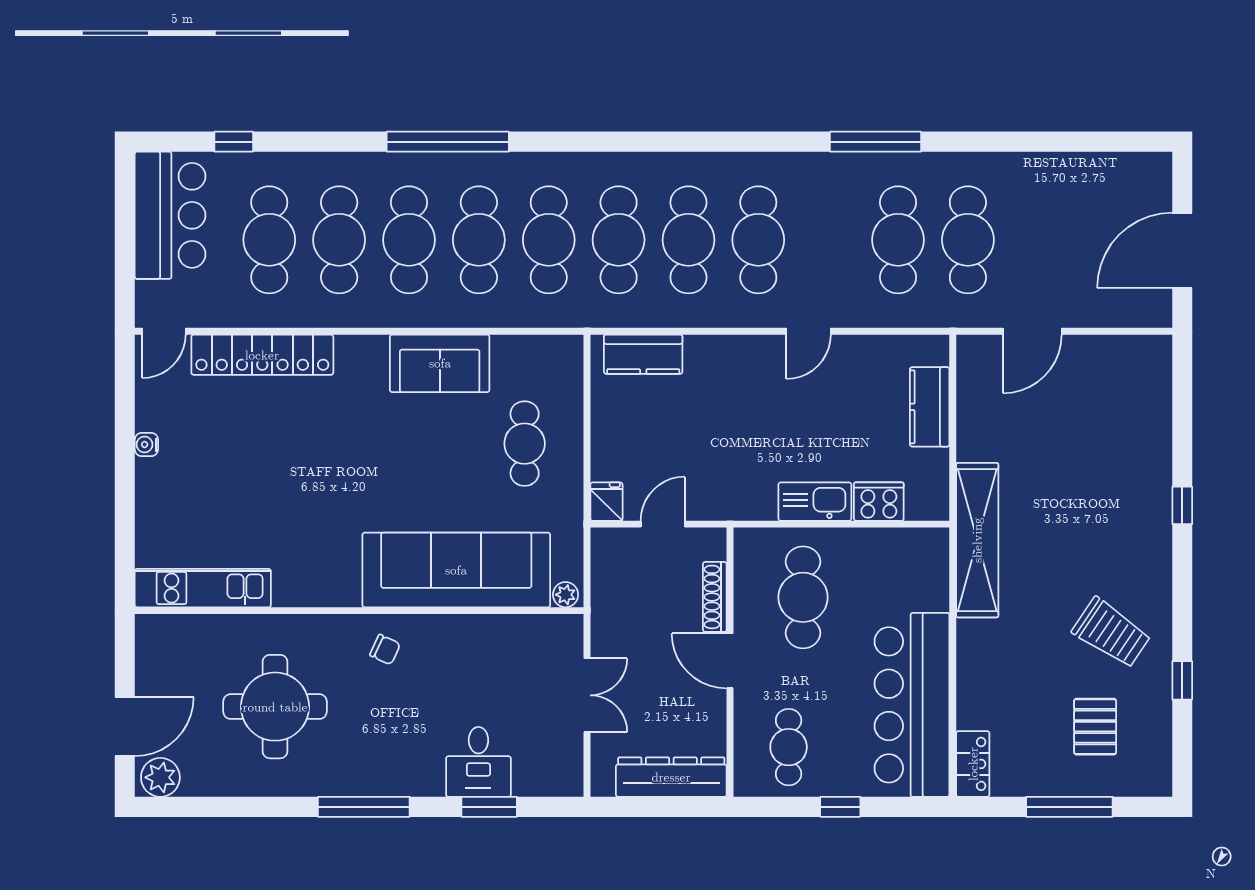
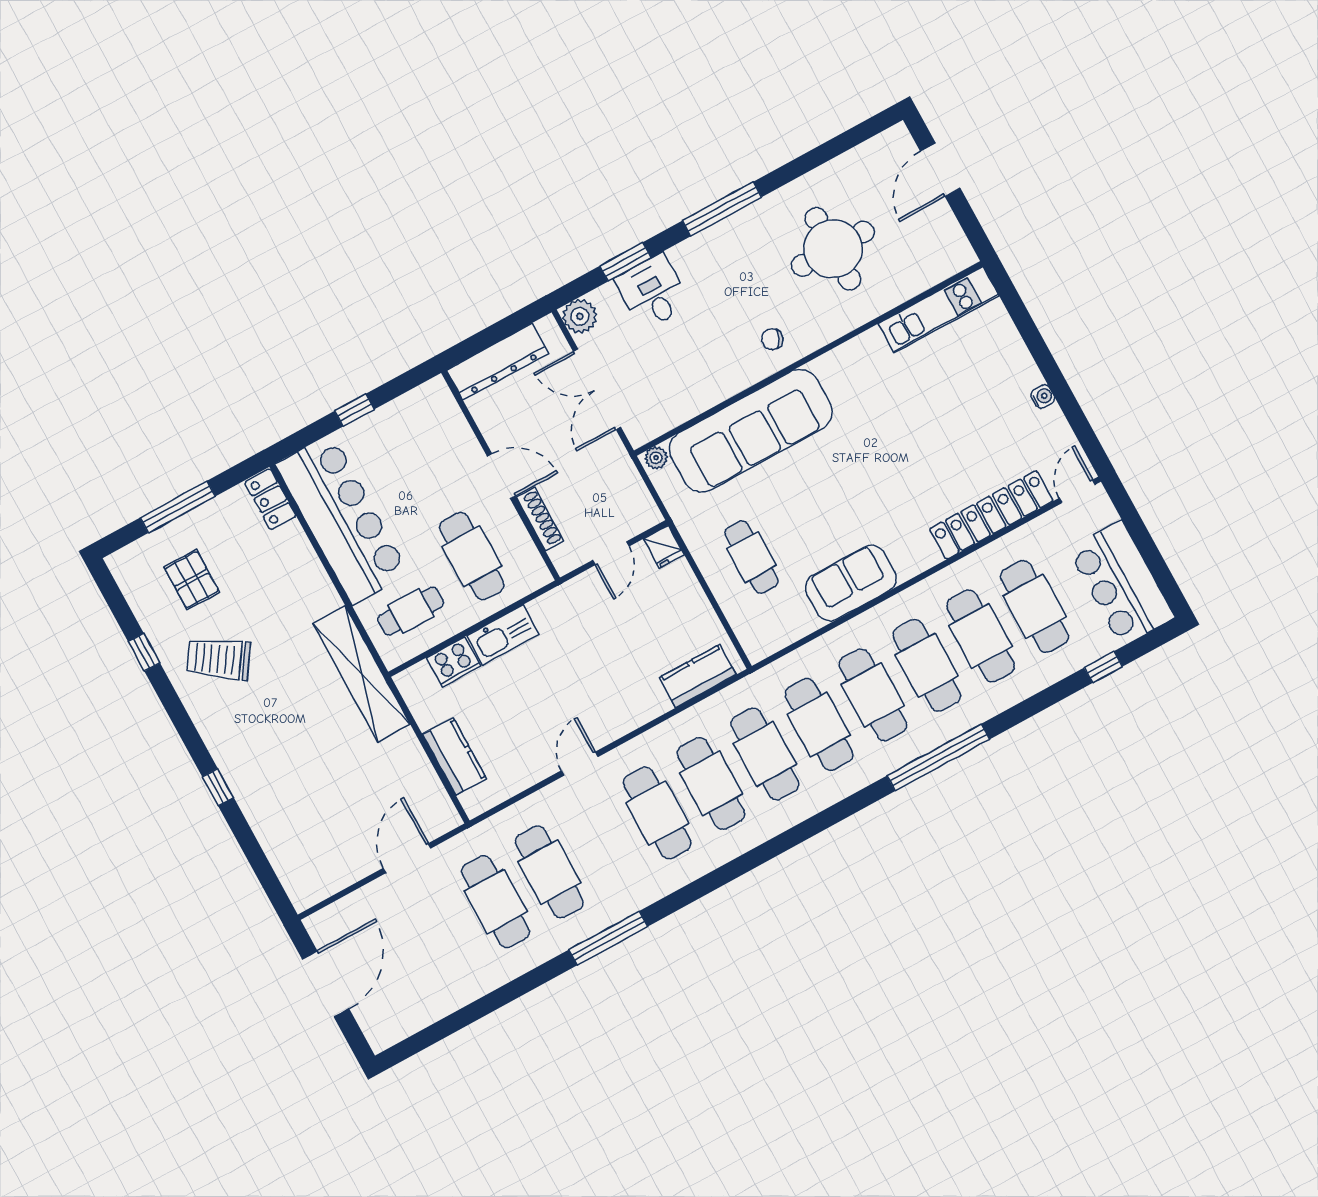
double door: (587, 695) -> (597, 389), width x1.37
cafe table: (789, 747) -> (411, 611), moved, turned 90
plant: (160, 777) -> (580, 316), moved

